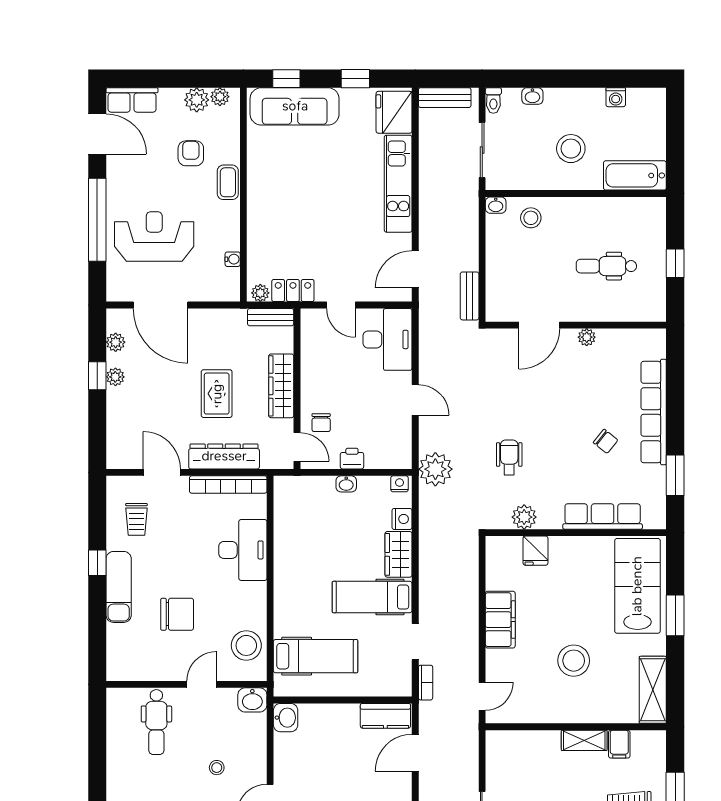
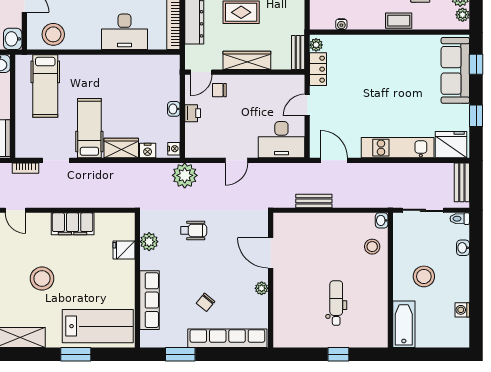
door: (539, 325) -> (271, 253), moved
wall: (576, 325) -> (271, 280), moved
plant: (587, 337) -> (262, 288), moved

